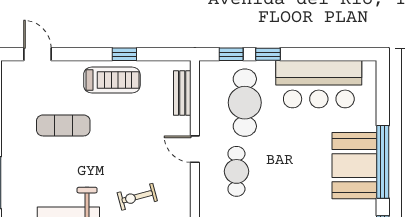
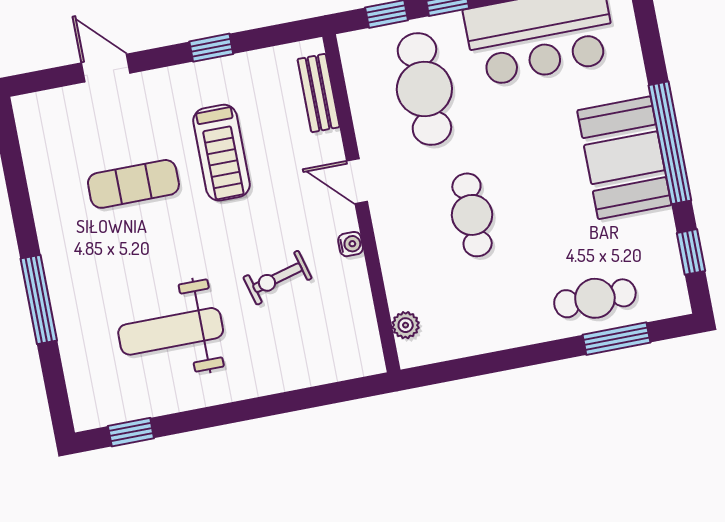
door: (37, 54) -> (106, 68), moved
treadmill: (112, 80) -> (221, 153), moved, turned 90
cafe table: (236, 171) -> (472, 215), moved
water cooler: (184, 185) -> (351, 244), added

